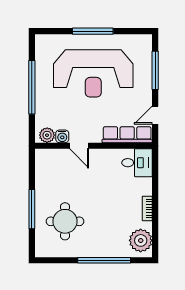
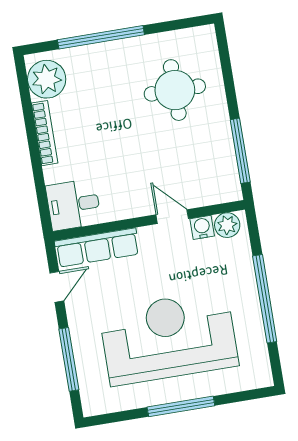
bookcase: (147, 208) -> (45, 133), width x1.56
window: (32, 209) -> (240, 151), moved

